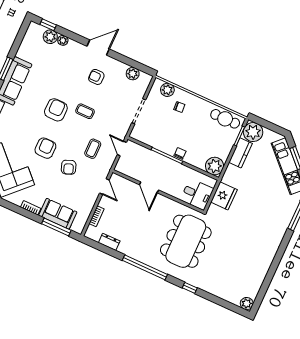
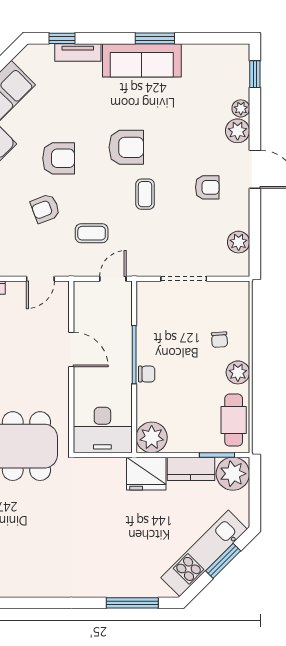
plant: (50, 37) -> (238, 131), moved
armchair: (96, 77) -> (207, 187), turned 90
plant: (167, 90) -> (238, 372), moved
door: (149, 187) -> (71, 349), swing flipped
desk: (197, 194) -> (102, 430), width x1.37
fridge: (224, 196) -> (146, 474), moved

